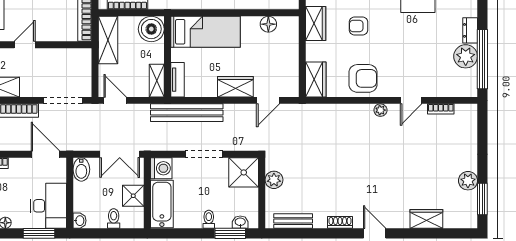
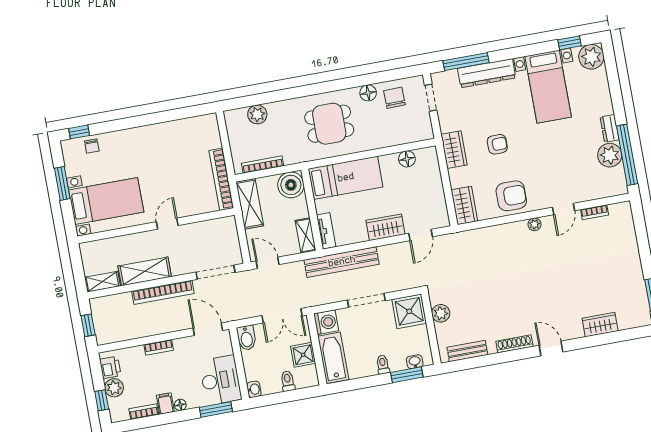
armchair: (358, 26) -> (497, 144), turned 180
plant: (468, 181) -> (635, 279), removed
shoe rack: (340, 222) -> (514, 344), width x1.43

